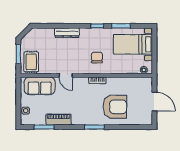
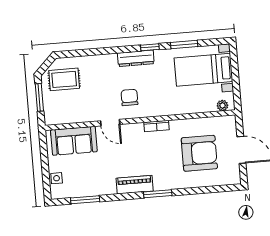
dresser: (67, 33) -> (136, 58), moved
chair: (97, 58) -> (129, 97), moved
rug: (31, 62) -> (64, 79), moved, turned 90
armchair: (115, 107) -> (199, 153), moved
piano: (58, 119) -> (135, 185), moved

